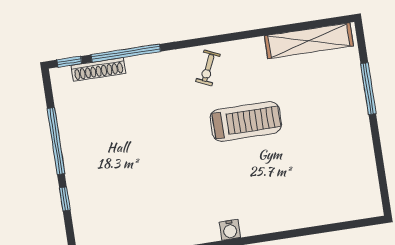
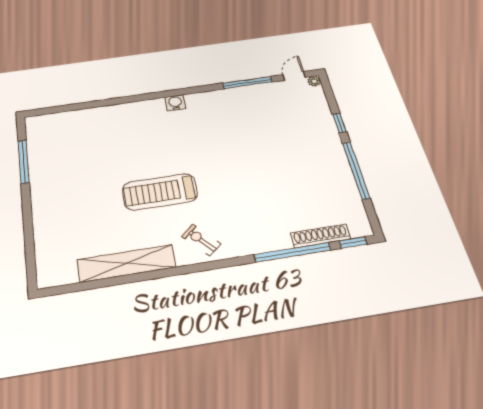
shelving: (309, 41) -> (126, 263), moved
exercise bike: (208, 68) -> (201, 240), turned -65
window: (368, 89) -> (24, 162), moved

